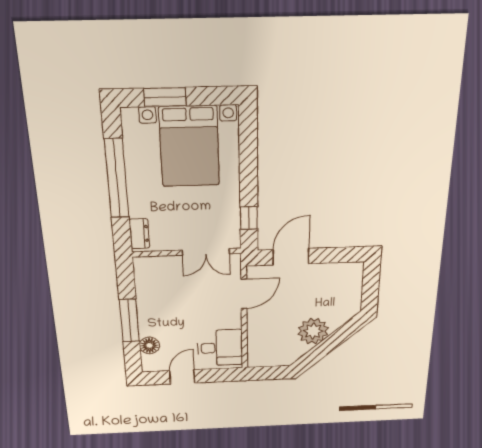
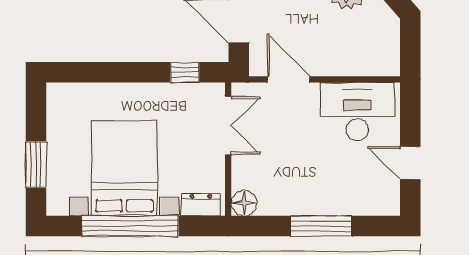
bed with nightstands: (189, 146) -> (124, 168), moved, turned -90
floor lamp: (149, 345) -> (244, 203), moved
desk: (220, 348) -> (357, 112), width x1.37

